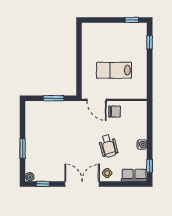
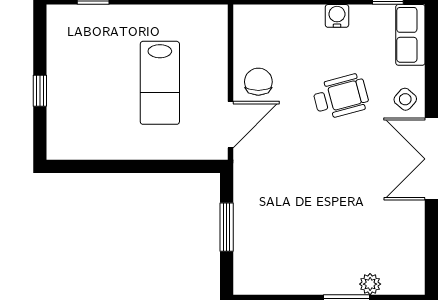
window: (132, 20) -> (40, 91), moved
plant: (30, 177) -> (370, 284), moved
window: (43, 184) -> (431, 253), removed

